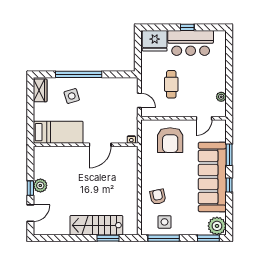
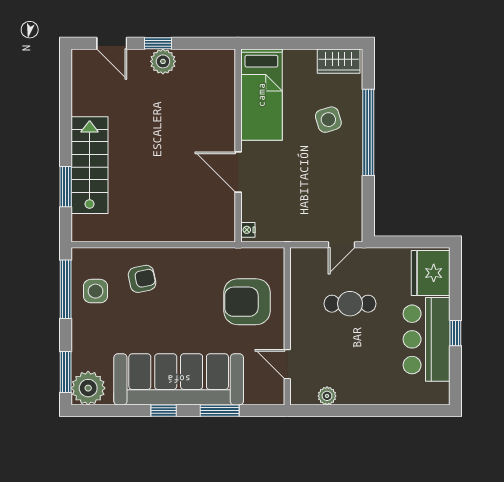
door: (139, 100) -> (341, 245), moved

